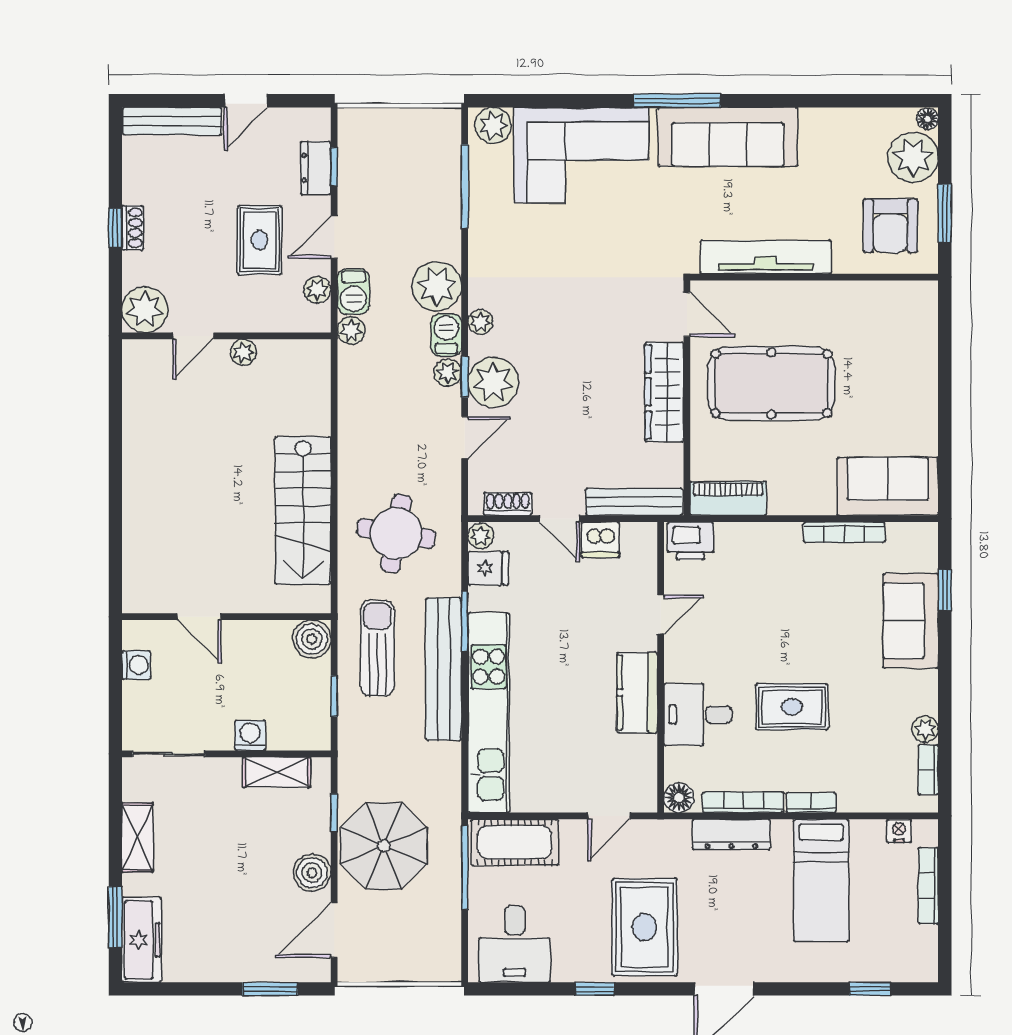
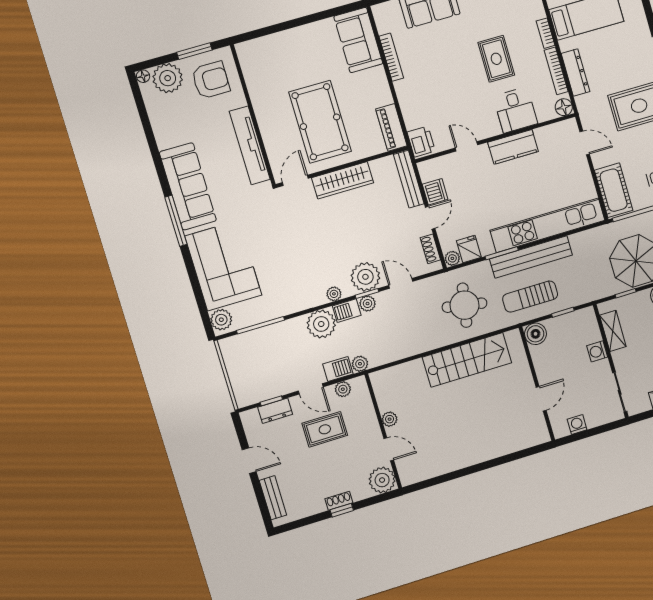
bench: (172, 121) -> (273, 498), width x0.73

